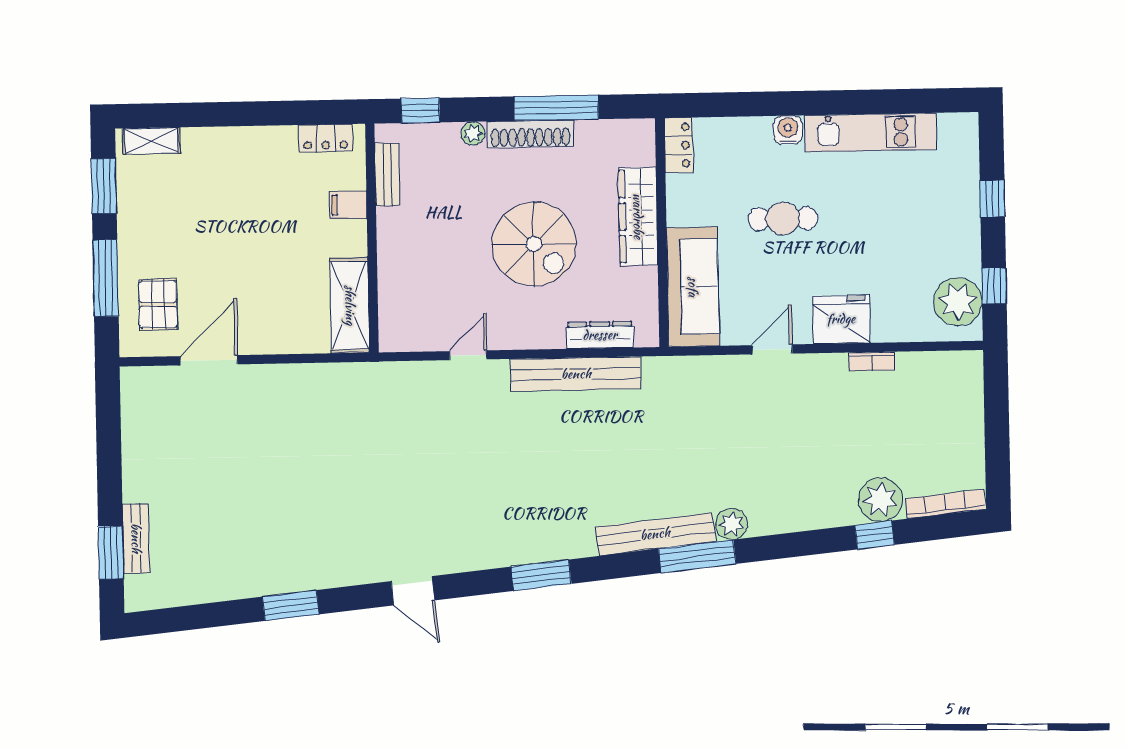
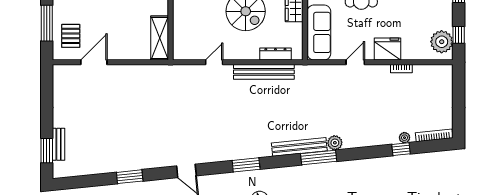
plant: (880, 500) -> (404, 138), width x0.53, depth x0.53

